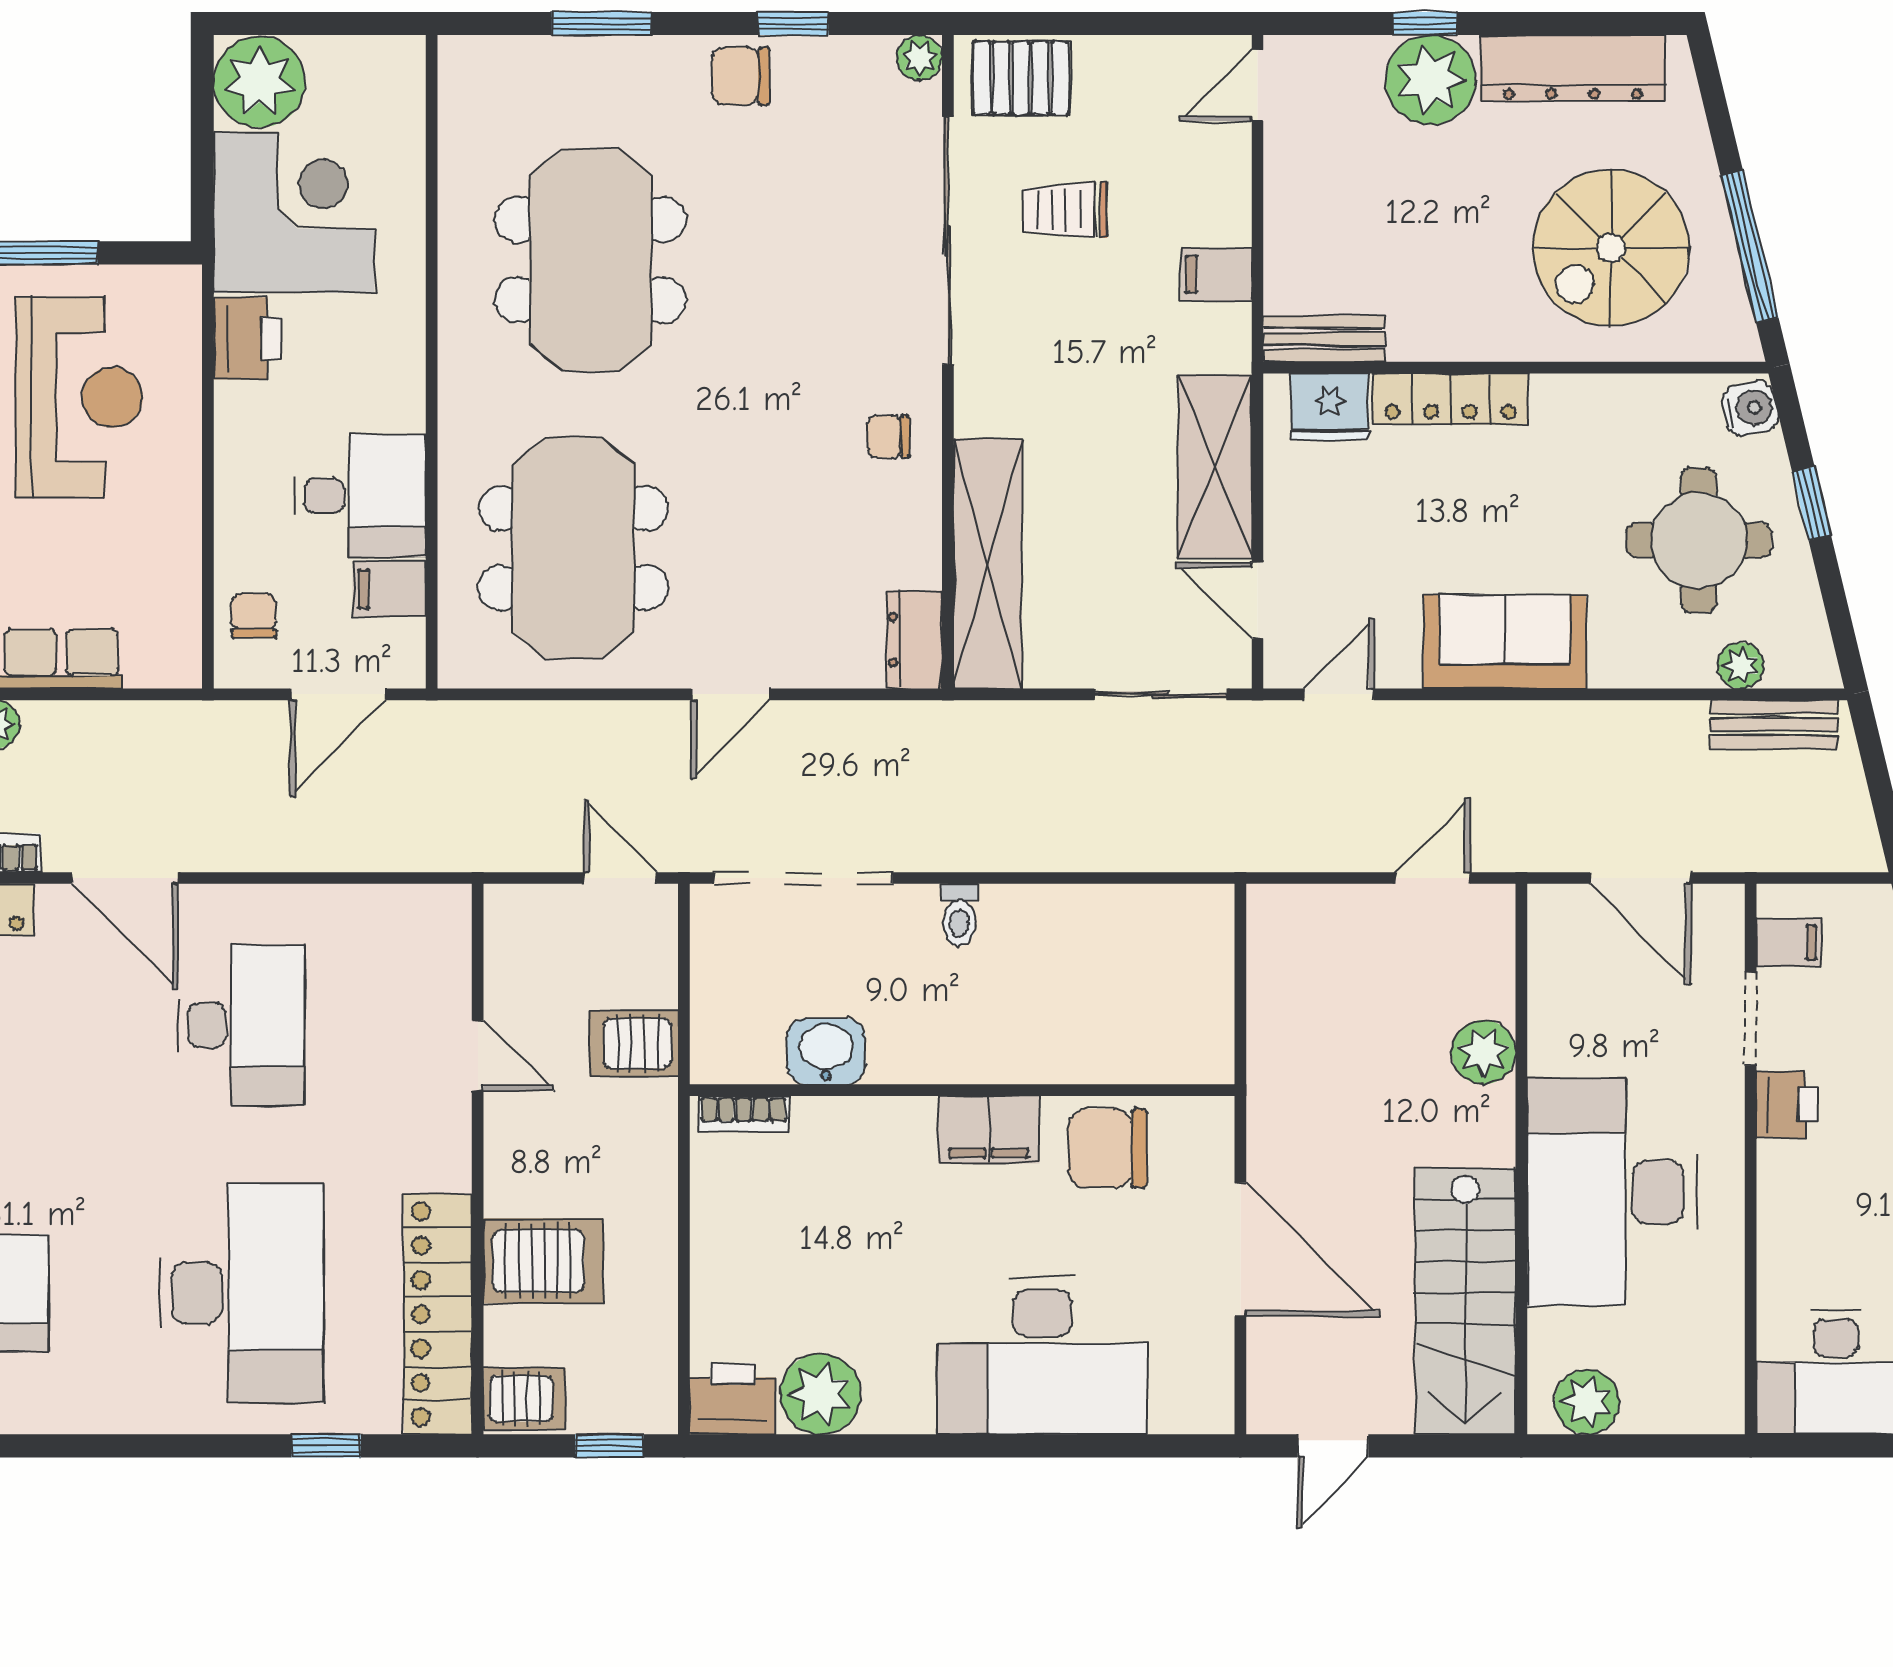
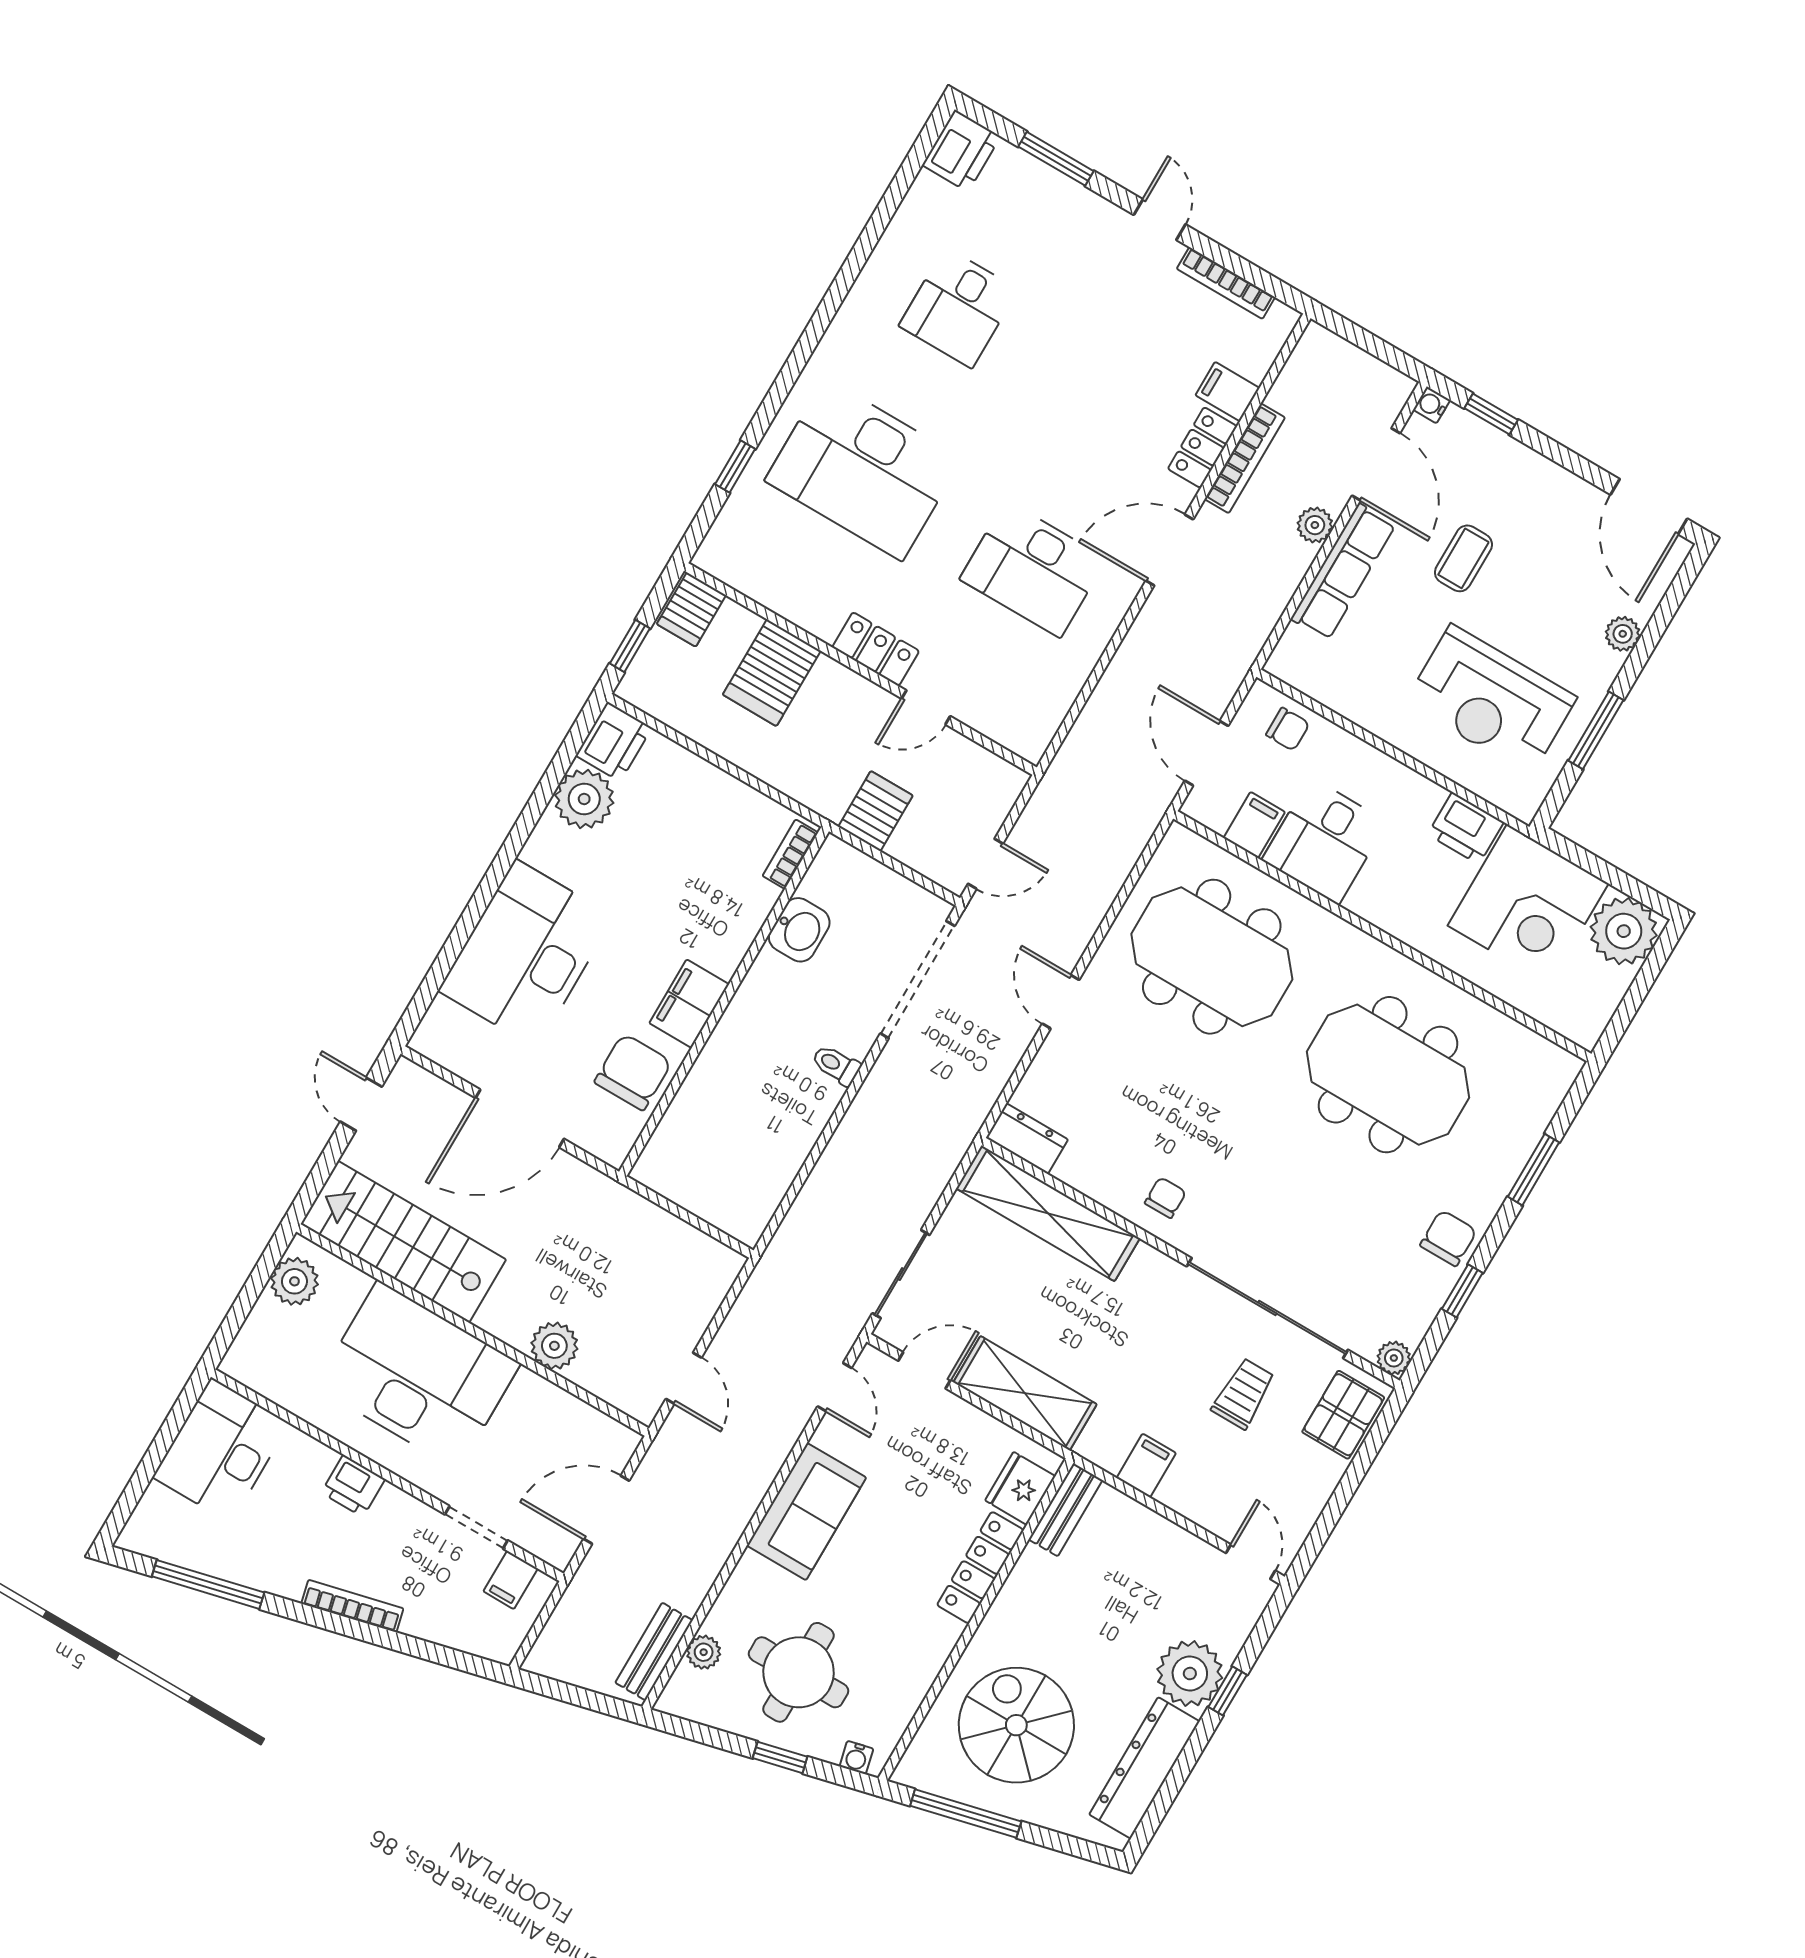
water cooler: (1750, 408) -> (856, 1758), width x0.72, depth x0.72
printer: (1787, 1105) -> (353, 1486), moved
locker: (438, 1314) -> (876, 649), moved, width x0.46, depth x0.83

